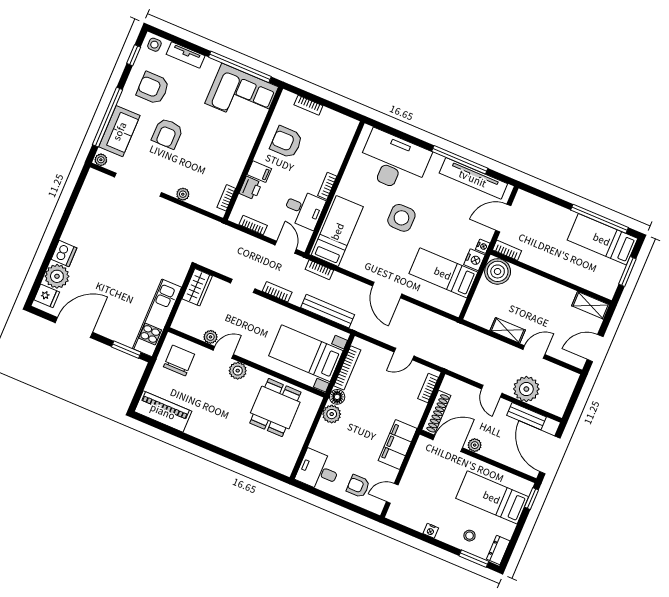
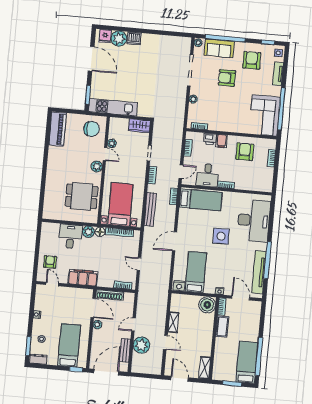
cot: (537, 259) -> (222, 327), added
nightstand: (474, 260) -> (179, 286), moved
desk: (318, 471) -> (70, 236), moved

